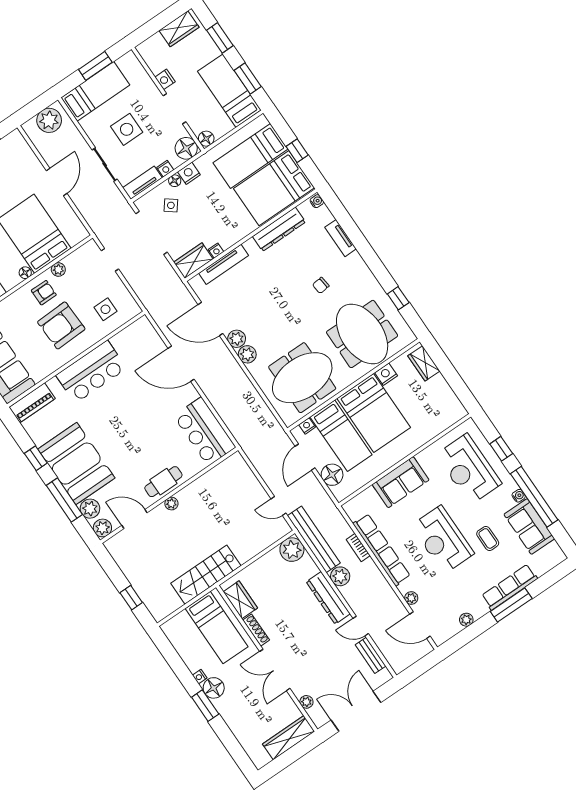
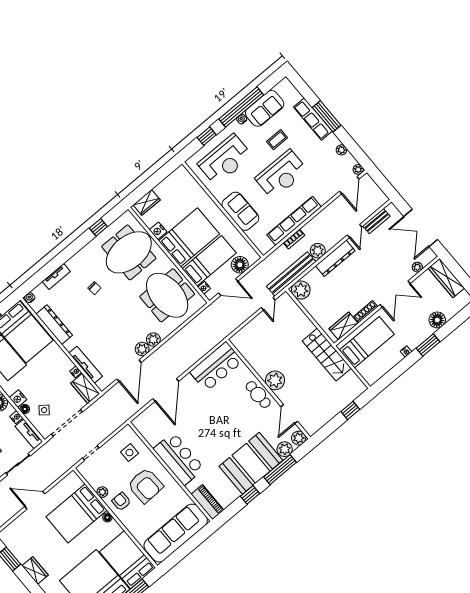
plant: (171, 504) -> (275, 380), width x1.88, depth x1.88
plant: (411, 598) -> (358, 169), moved
floor lamp: (214, 688) -> (437, 320), moved

